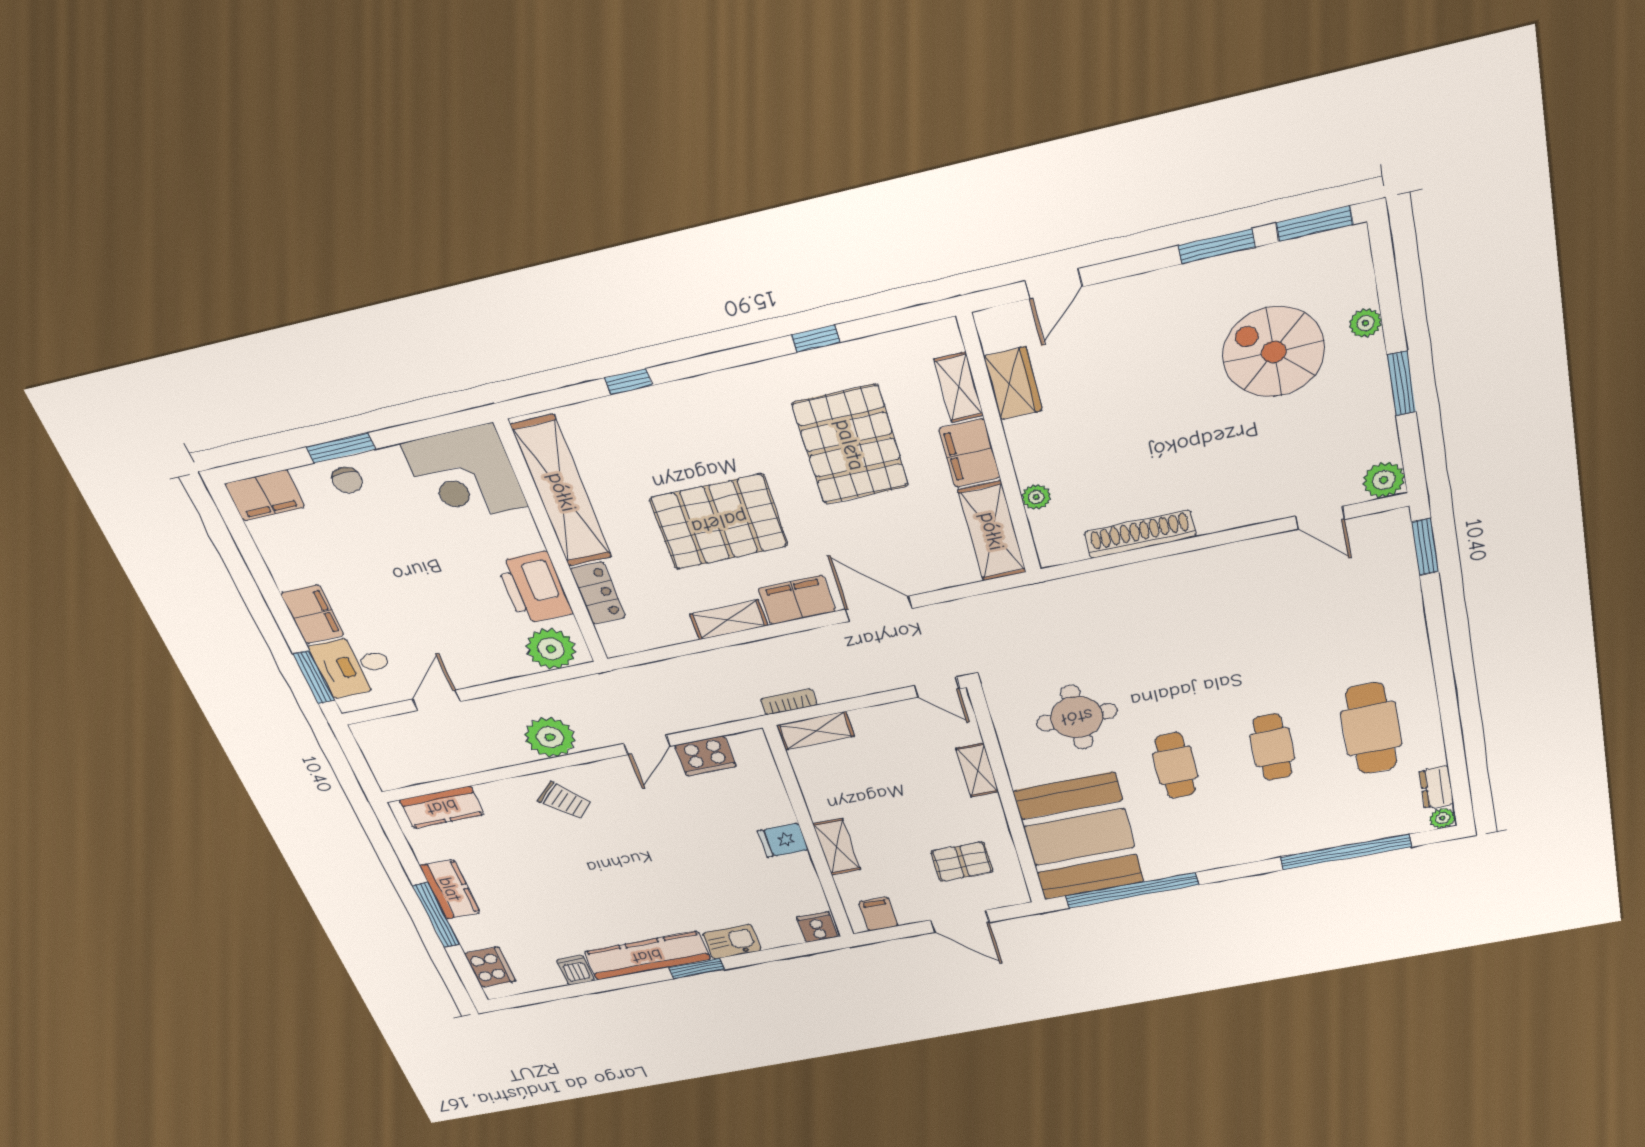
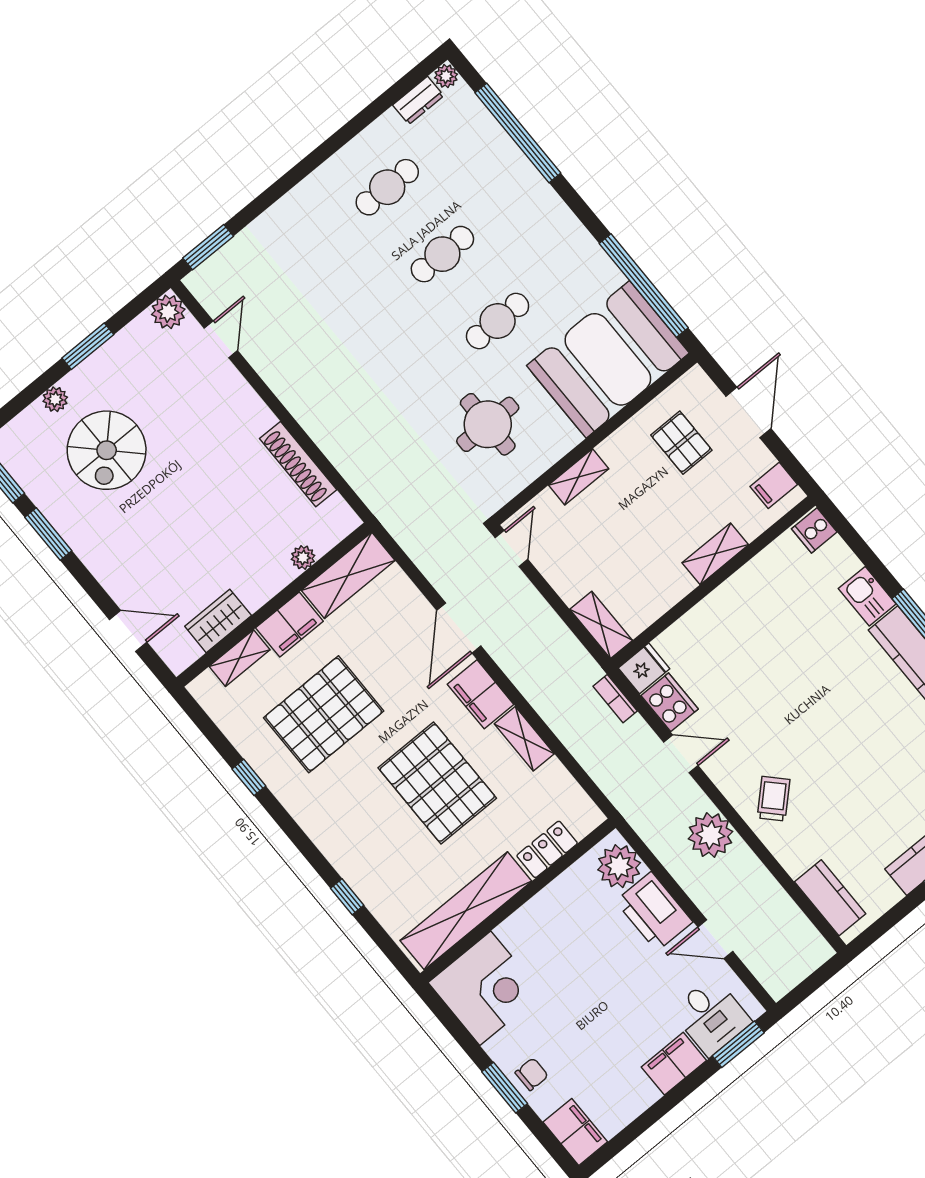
printer: (534, 588) -> (654, 911), moved, turned 90
bookcase: (789, 702) -> (615, 699), moved
cafe table: (1371, 728) -> (387, 187), width x0.73, depth x0.74
fridge: (783, 840) -> (644, 668), moved, turned -90

